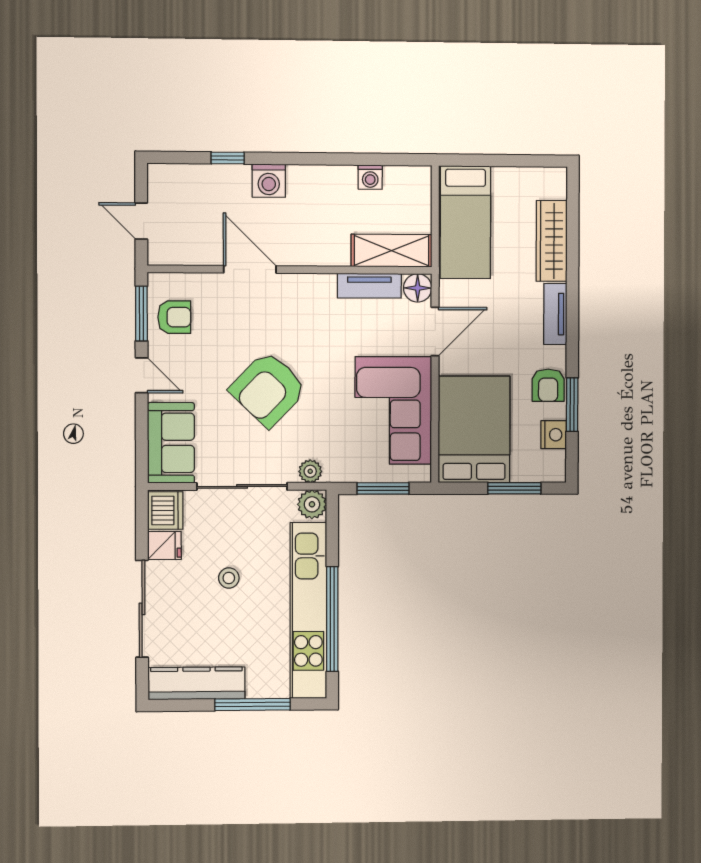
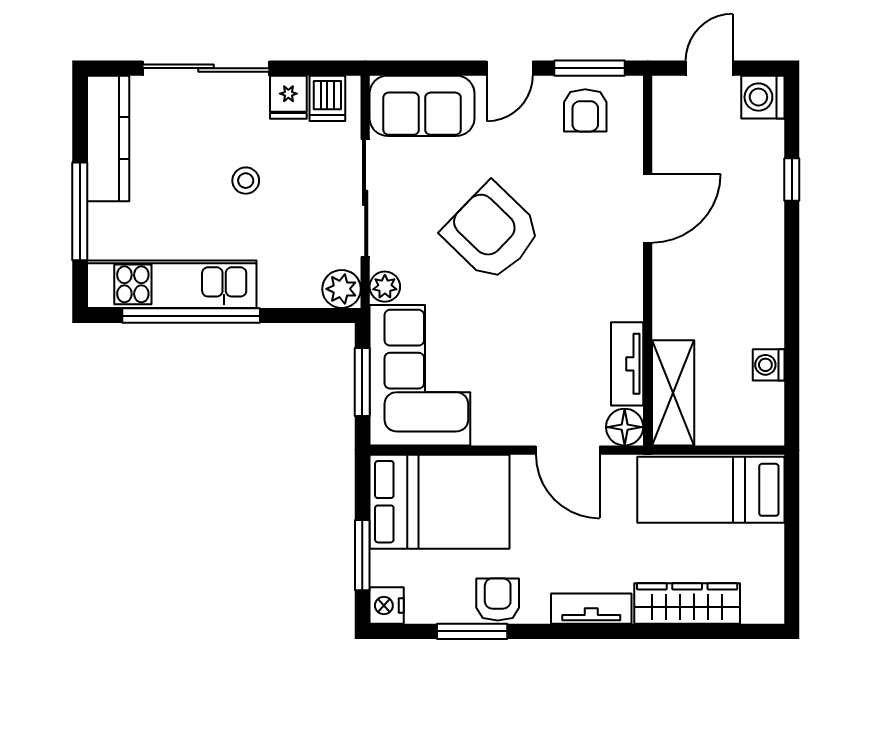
washing machine: (269, 181) -> (763, 97), moved
armchair: (548, 385) -> (498, 599), turned 90
corner sofa: (393, 410) -> (420, 375), moved, turned 90
nightstand: (554, 435) -> (387, 606), moved, turned 90
dishwasher: (165, 511) -> (327, 98), width x0.73
kitchen unit: (308, 611) -> (172, 284), width x0.73

